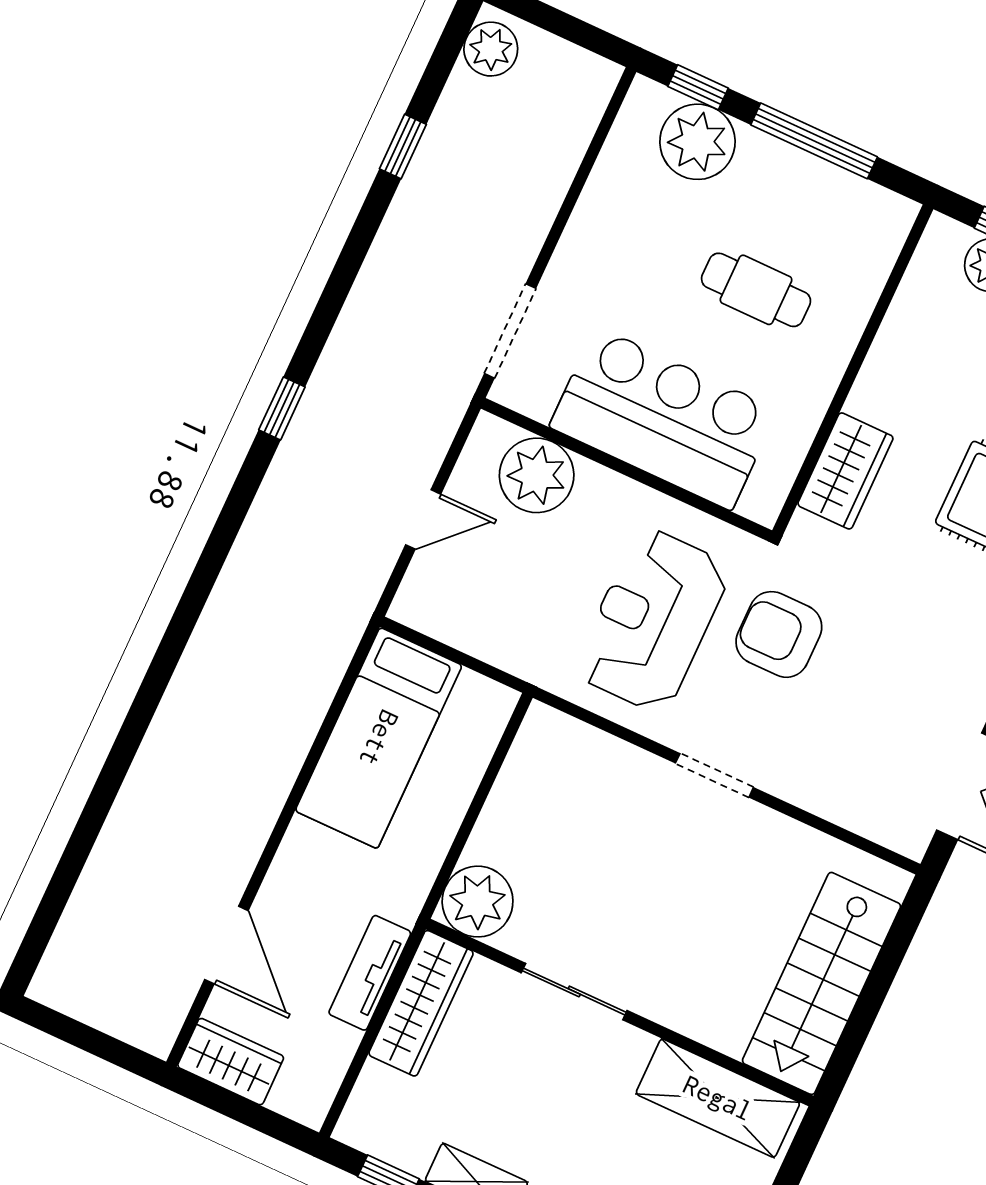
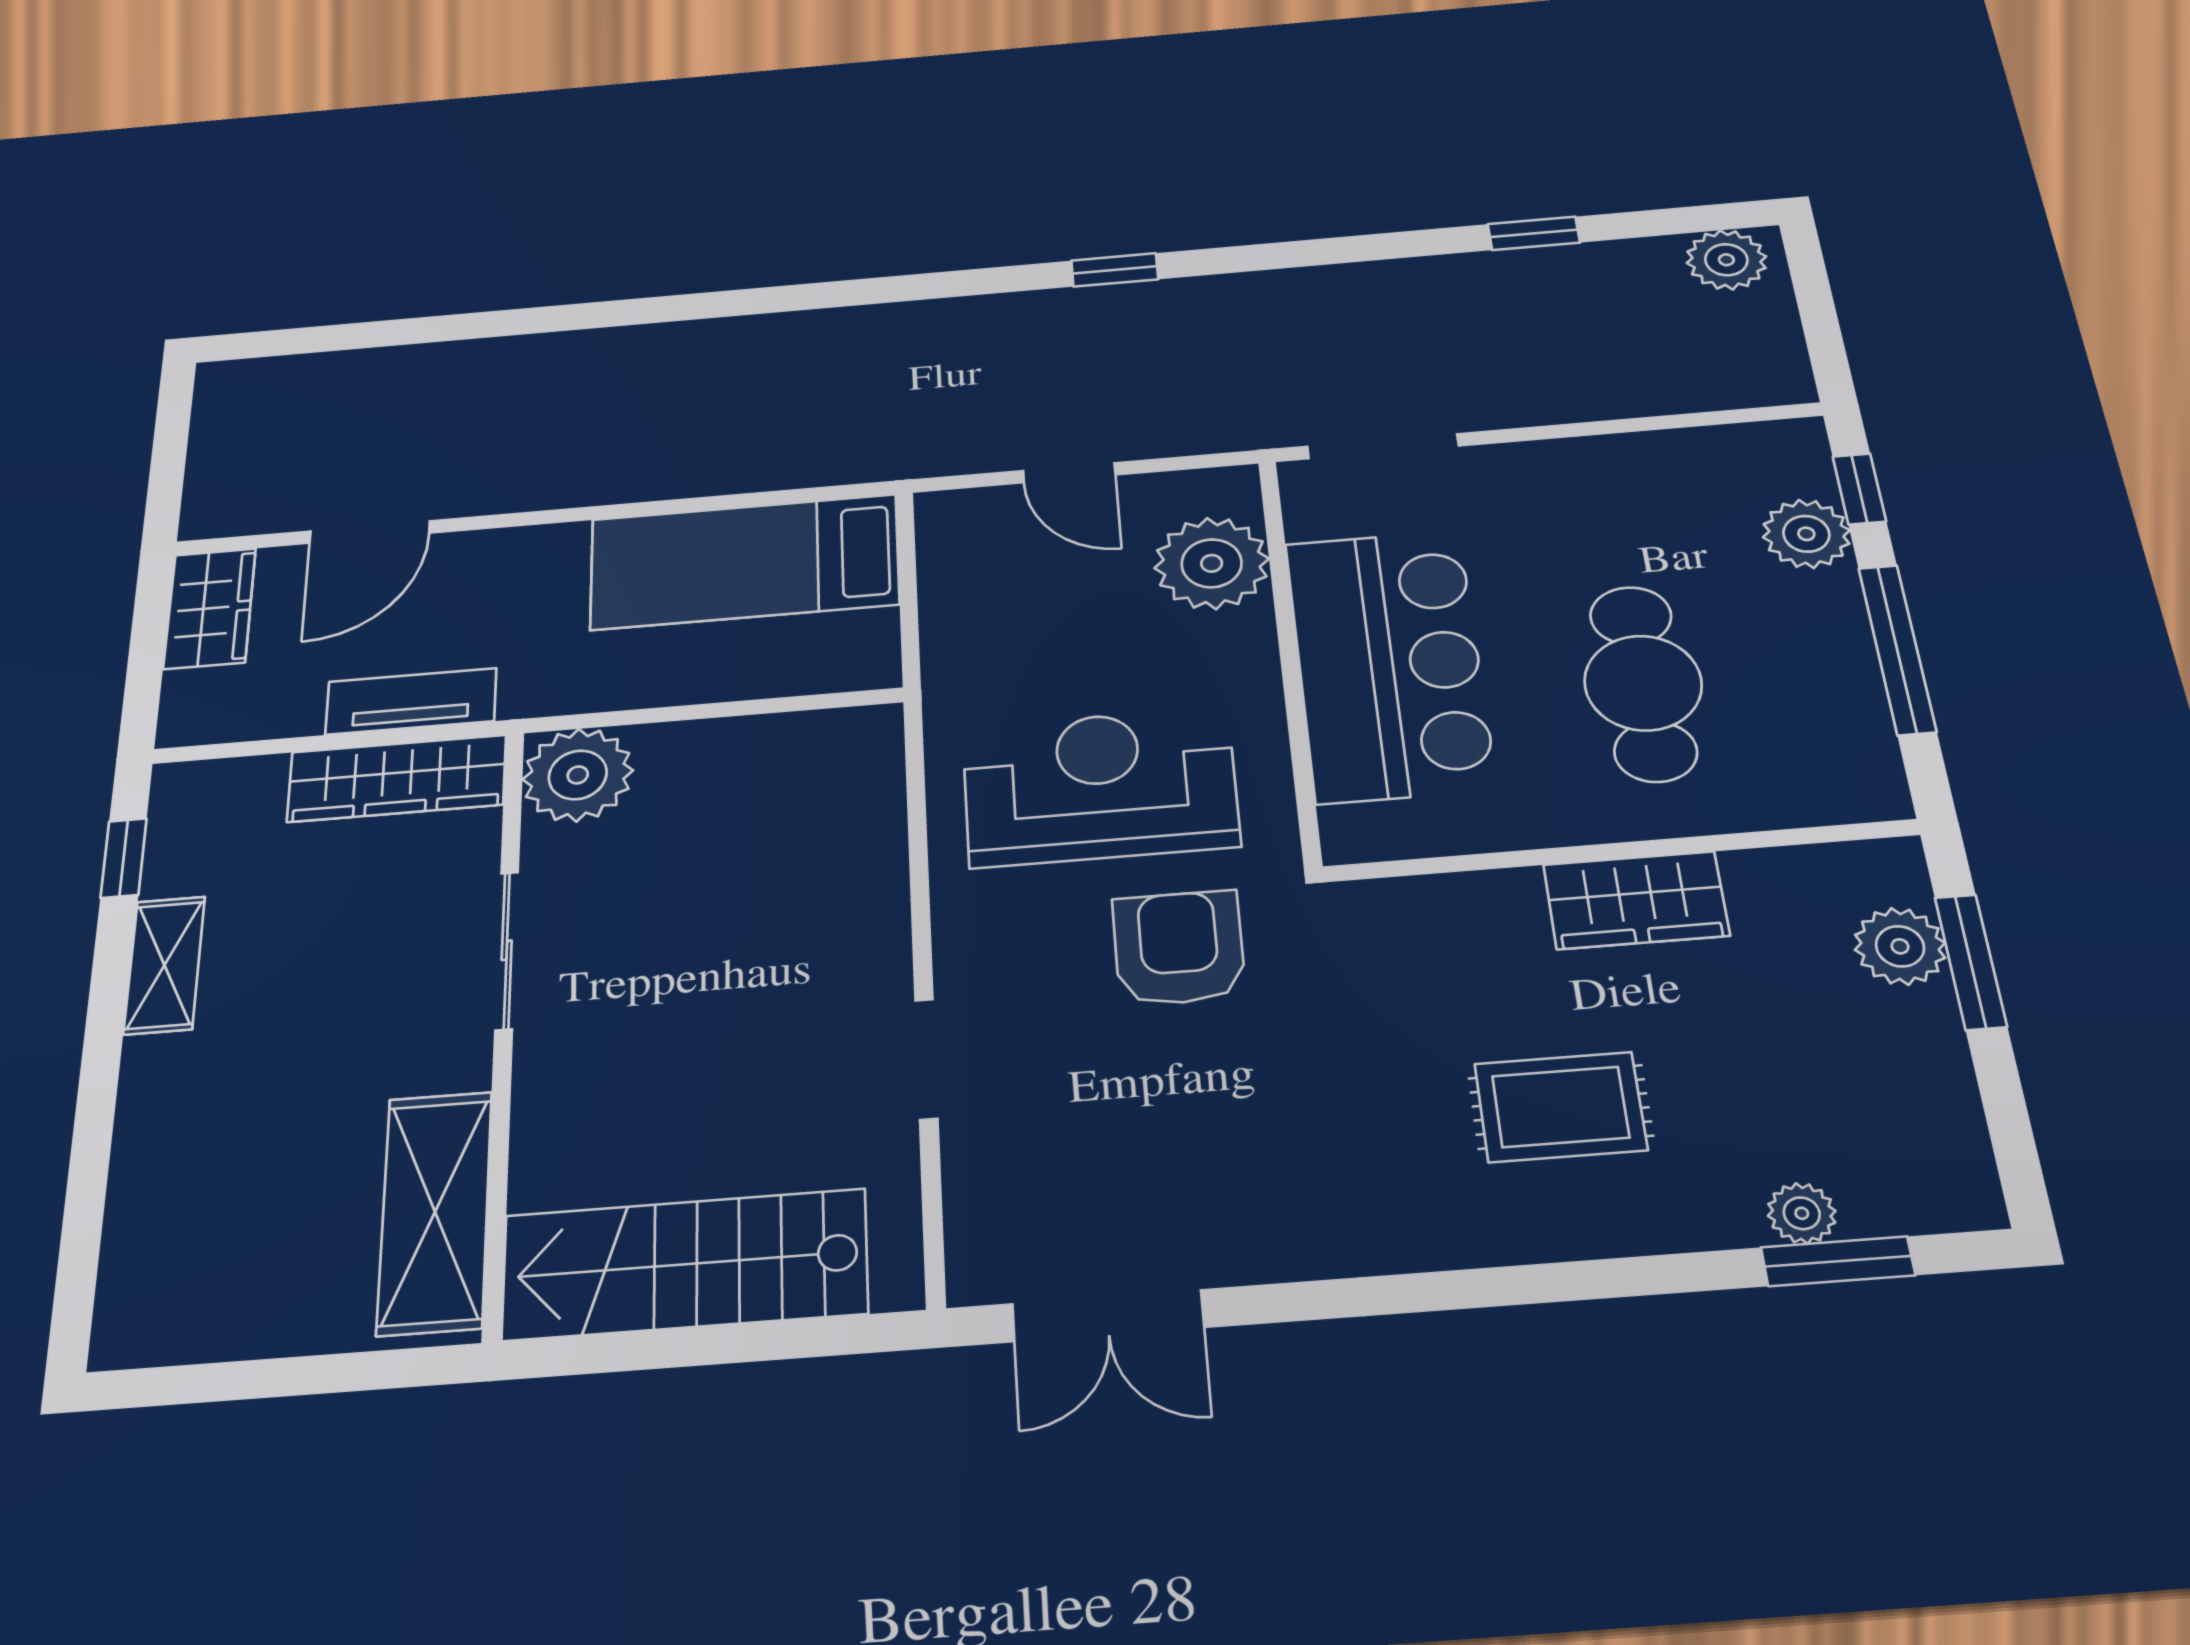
plant: (697, 142) -> (1806, 534), width x0.73, depth x0.73
cafe table: (756, 290) -> (1643, 683), width x1.37, depth x1.35
wardrobe: (845, 471) -> (1636, 900), moved
doorway: (714, 775) -> (926, 1059), moved

